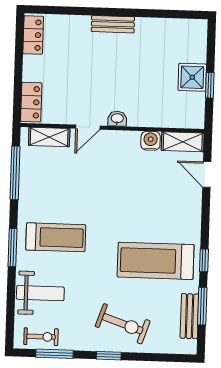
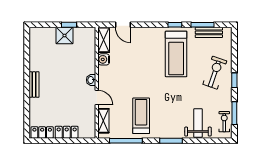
locker: (31, 102) -> (67, 132), moved
door: (207, 175) -> (123, 25), hinge flipped
treadmill: (56, 237) -> (141, 116), moved

